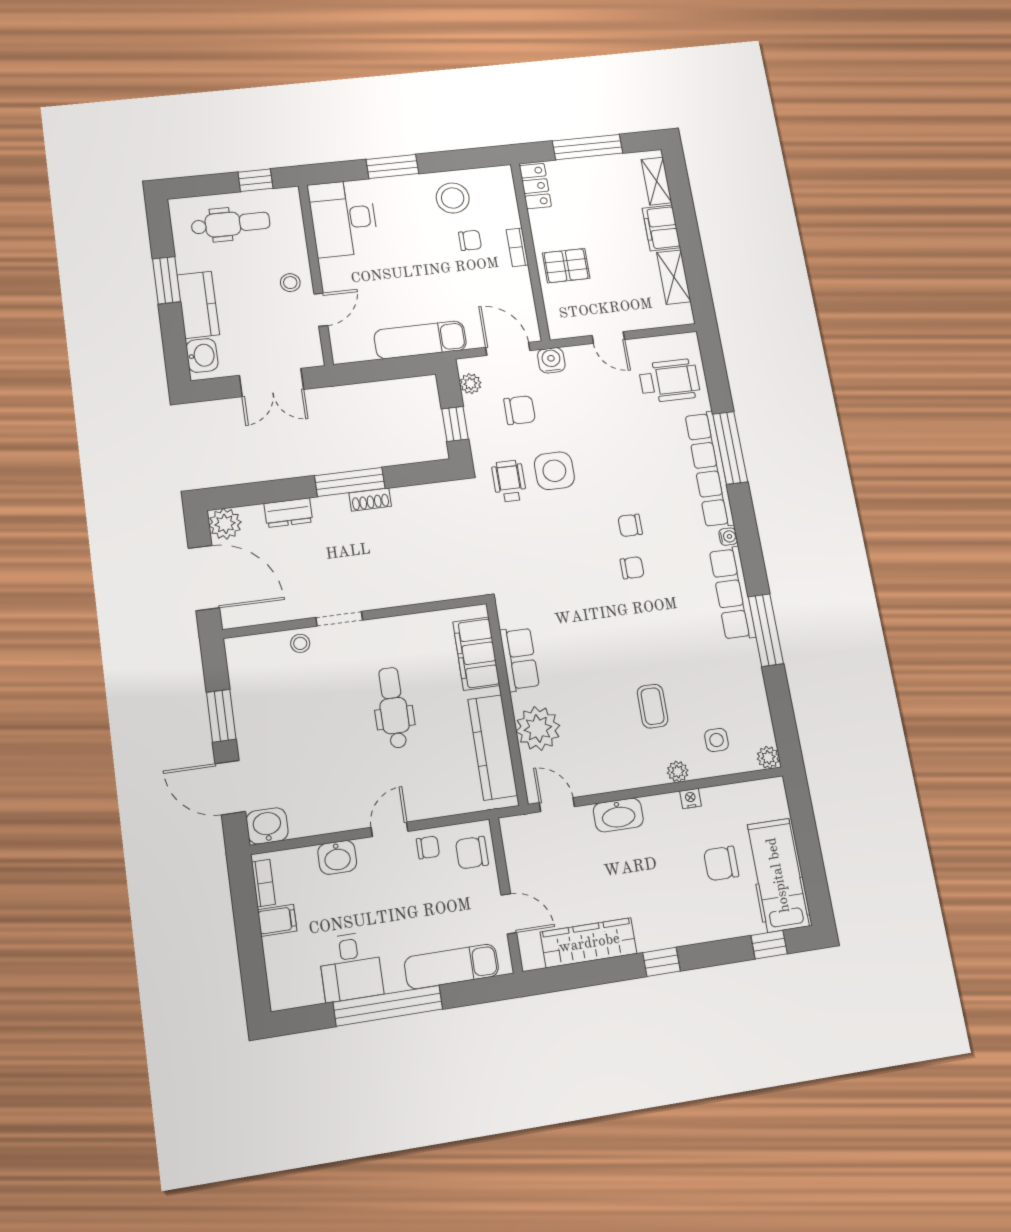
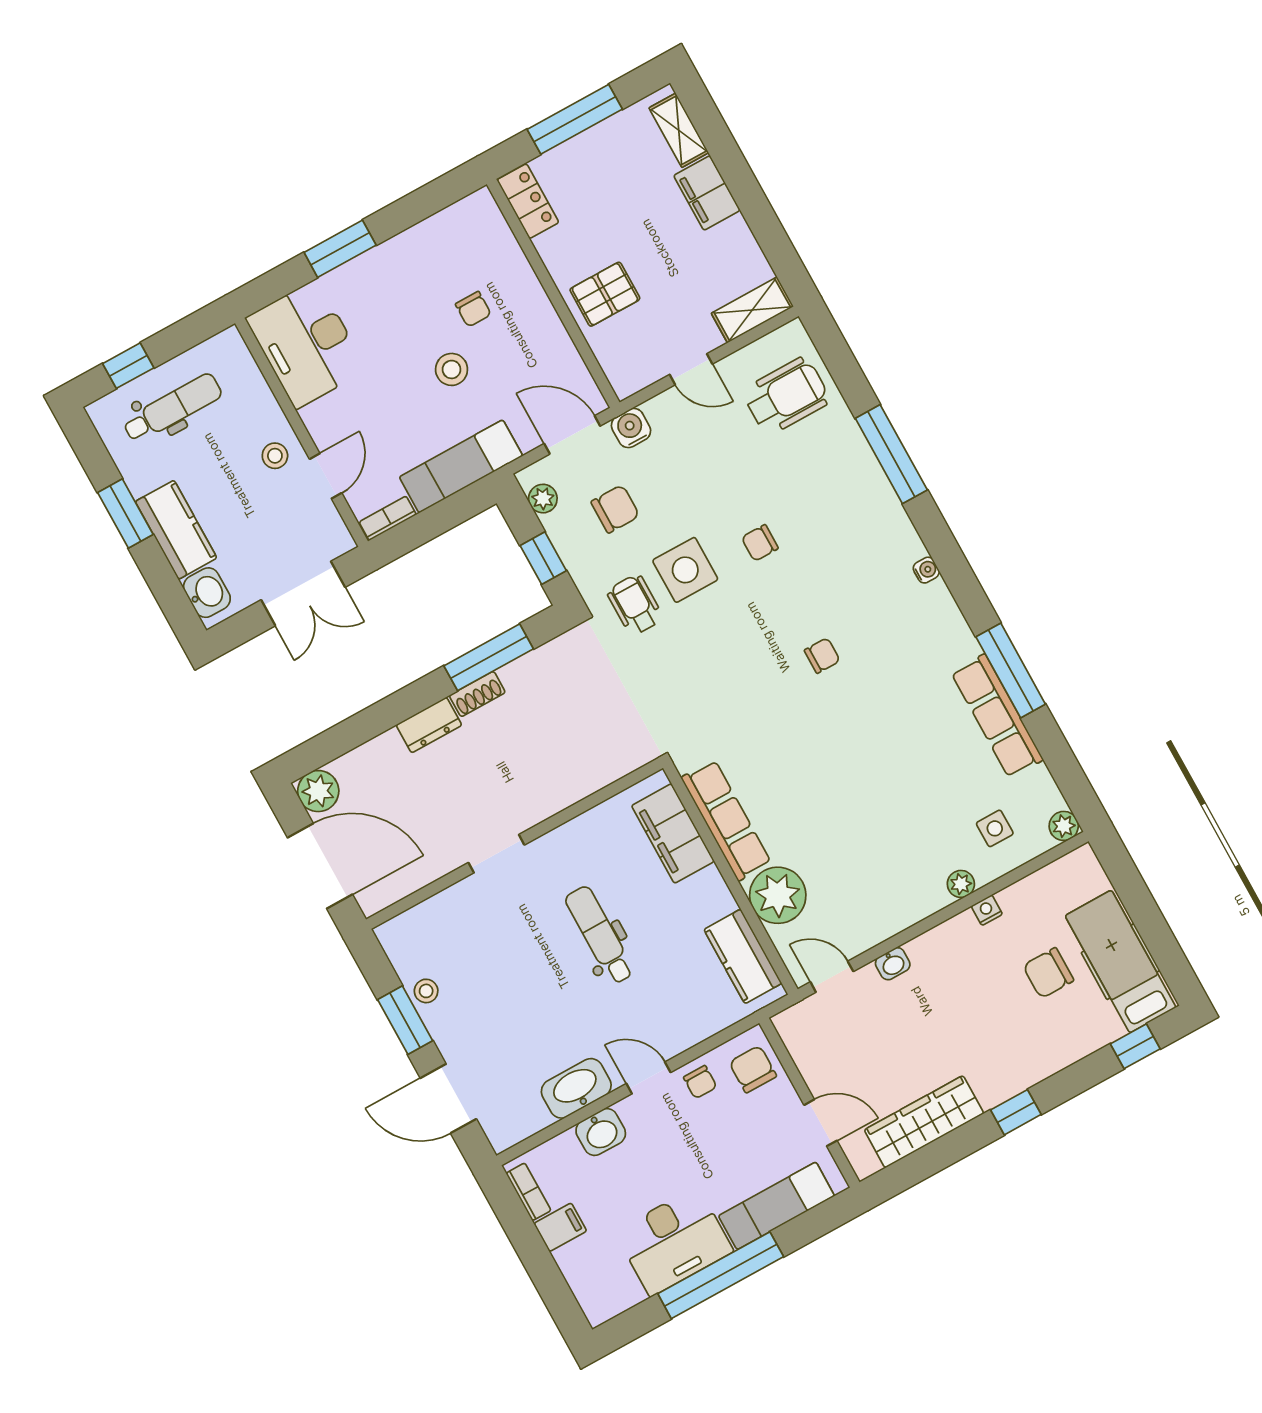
window: (256, 180) -> (128, 366), moved
stool: (453, 198) -> (452, 369), moved, width x0.73, depth x0.73
chair: (470, 240) -> (473, 309), turned 90
bookcase: (517, 247) -> (388, 518), moved, turned 90
shelving: (674, 277) -> (752, 310), moved, turned 90
row of seats: (710, 469) -> (875, 492), removed
window: (350, 482) -> (489, 657), moved
dresser: (288, 513) -> (429, 725), moved
chair: (630, 525) -> (760, 543), moved
row of seats: (733, 593) -> (997, 716), moved
stool: (300, 643) -> (426, 991), moved
row of seats: (519, 659) -> (726, 820), width x1.48
coffee table: (653, 706) -> (905, 817), removed
kitchen counter: (493, 747) -> (743, 956), width x0.67
washbasin: (618, 815) -> (893, 964), width x0.52, depth x0.69
washbasin: (267, 826) -> (576, 1088), moved, width x1.38
door: (390, 829) -> (648, 1078), hinge flipped
chair: (428, 847) -> (700, 1082), turned 90
chair: (472, 853) -> (753, 1069), turned 90
desk: (351, 967) -> (674, 1241), width x1.37

